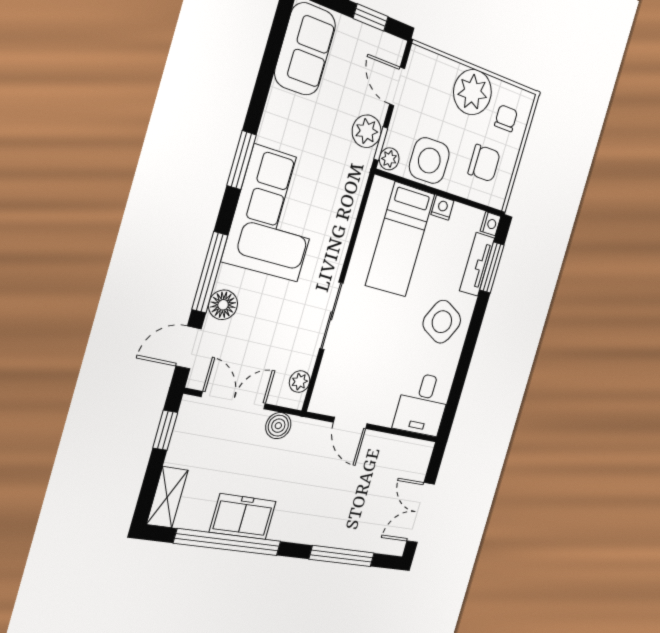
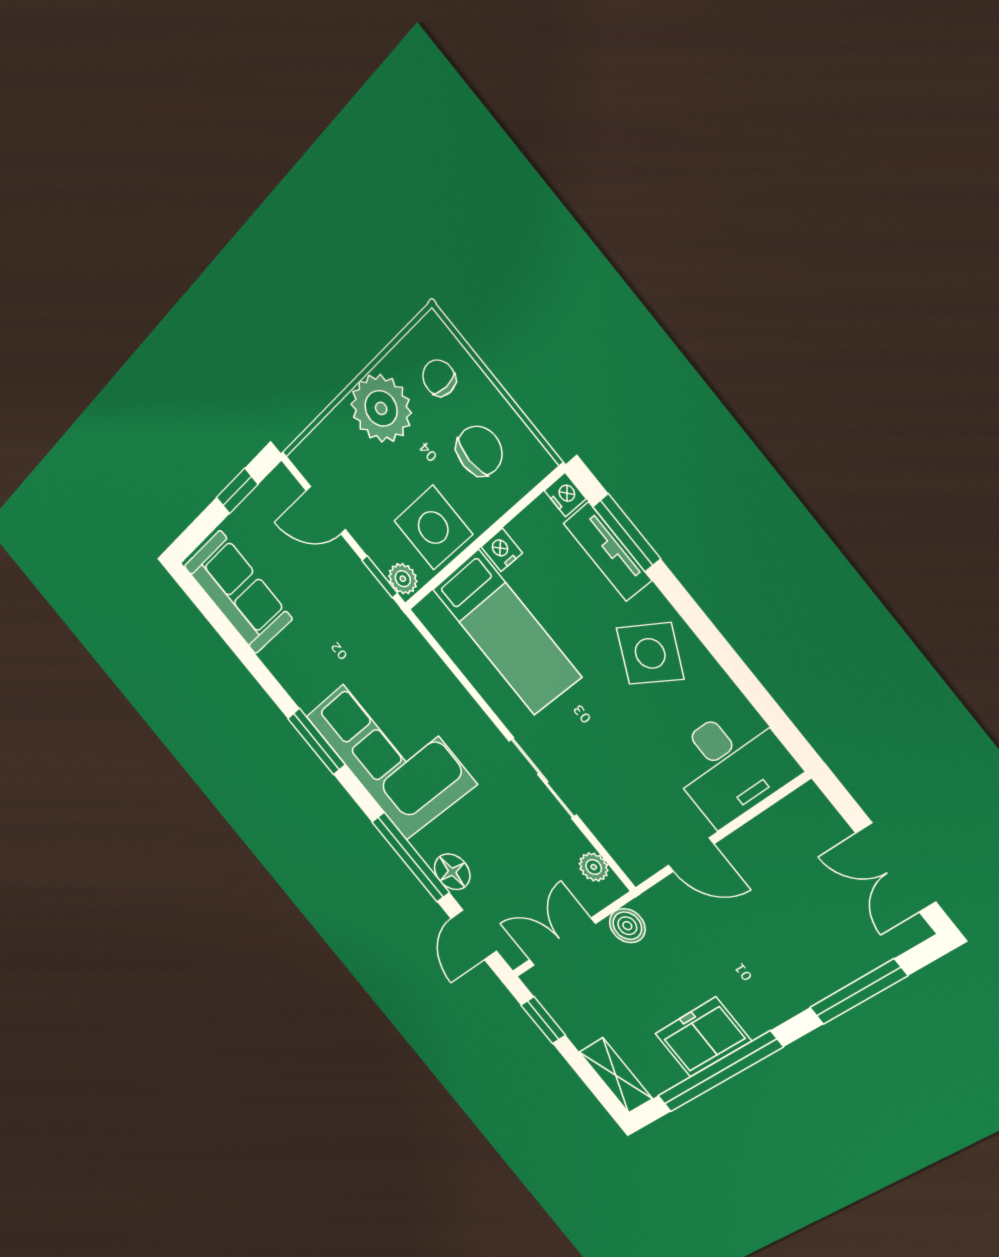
plant: (367, 131) -> (357, 584), removed
desk: (423, 404) -> (731, 765), width x1.37

